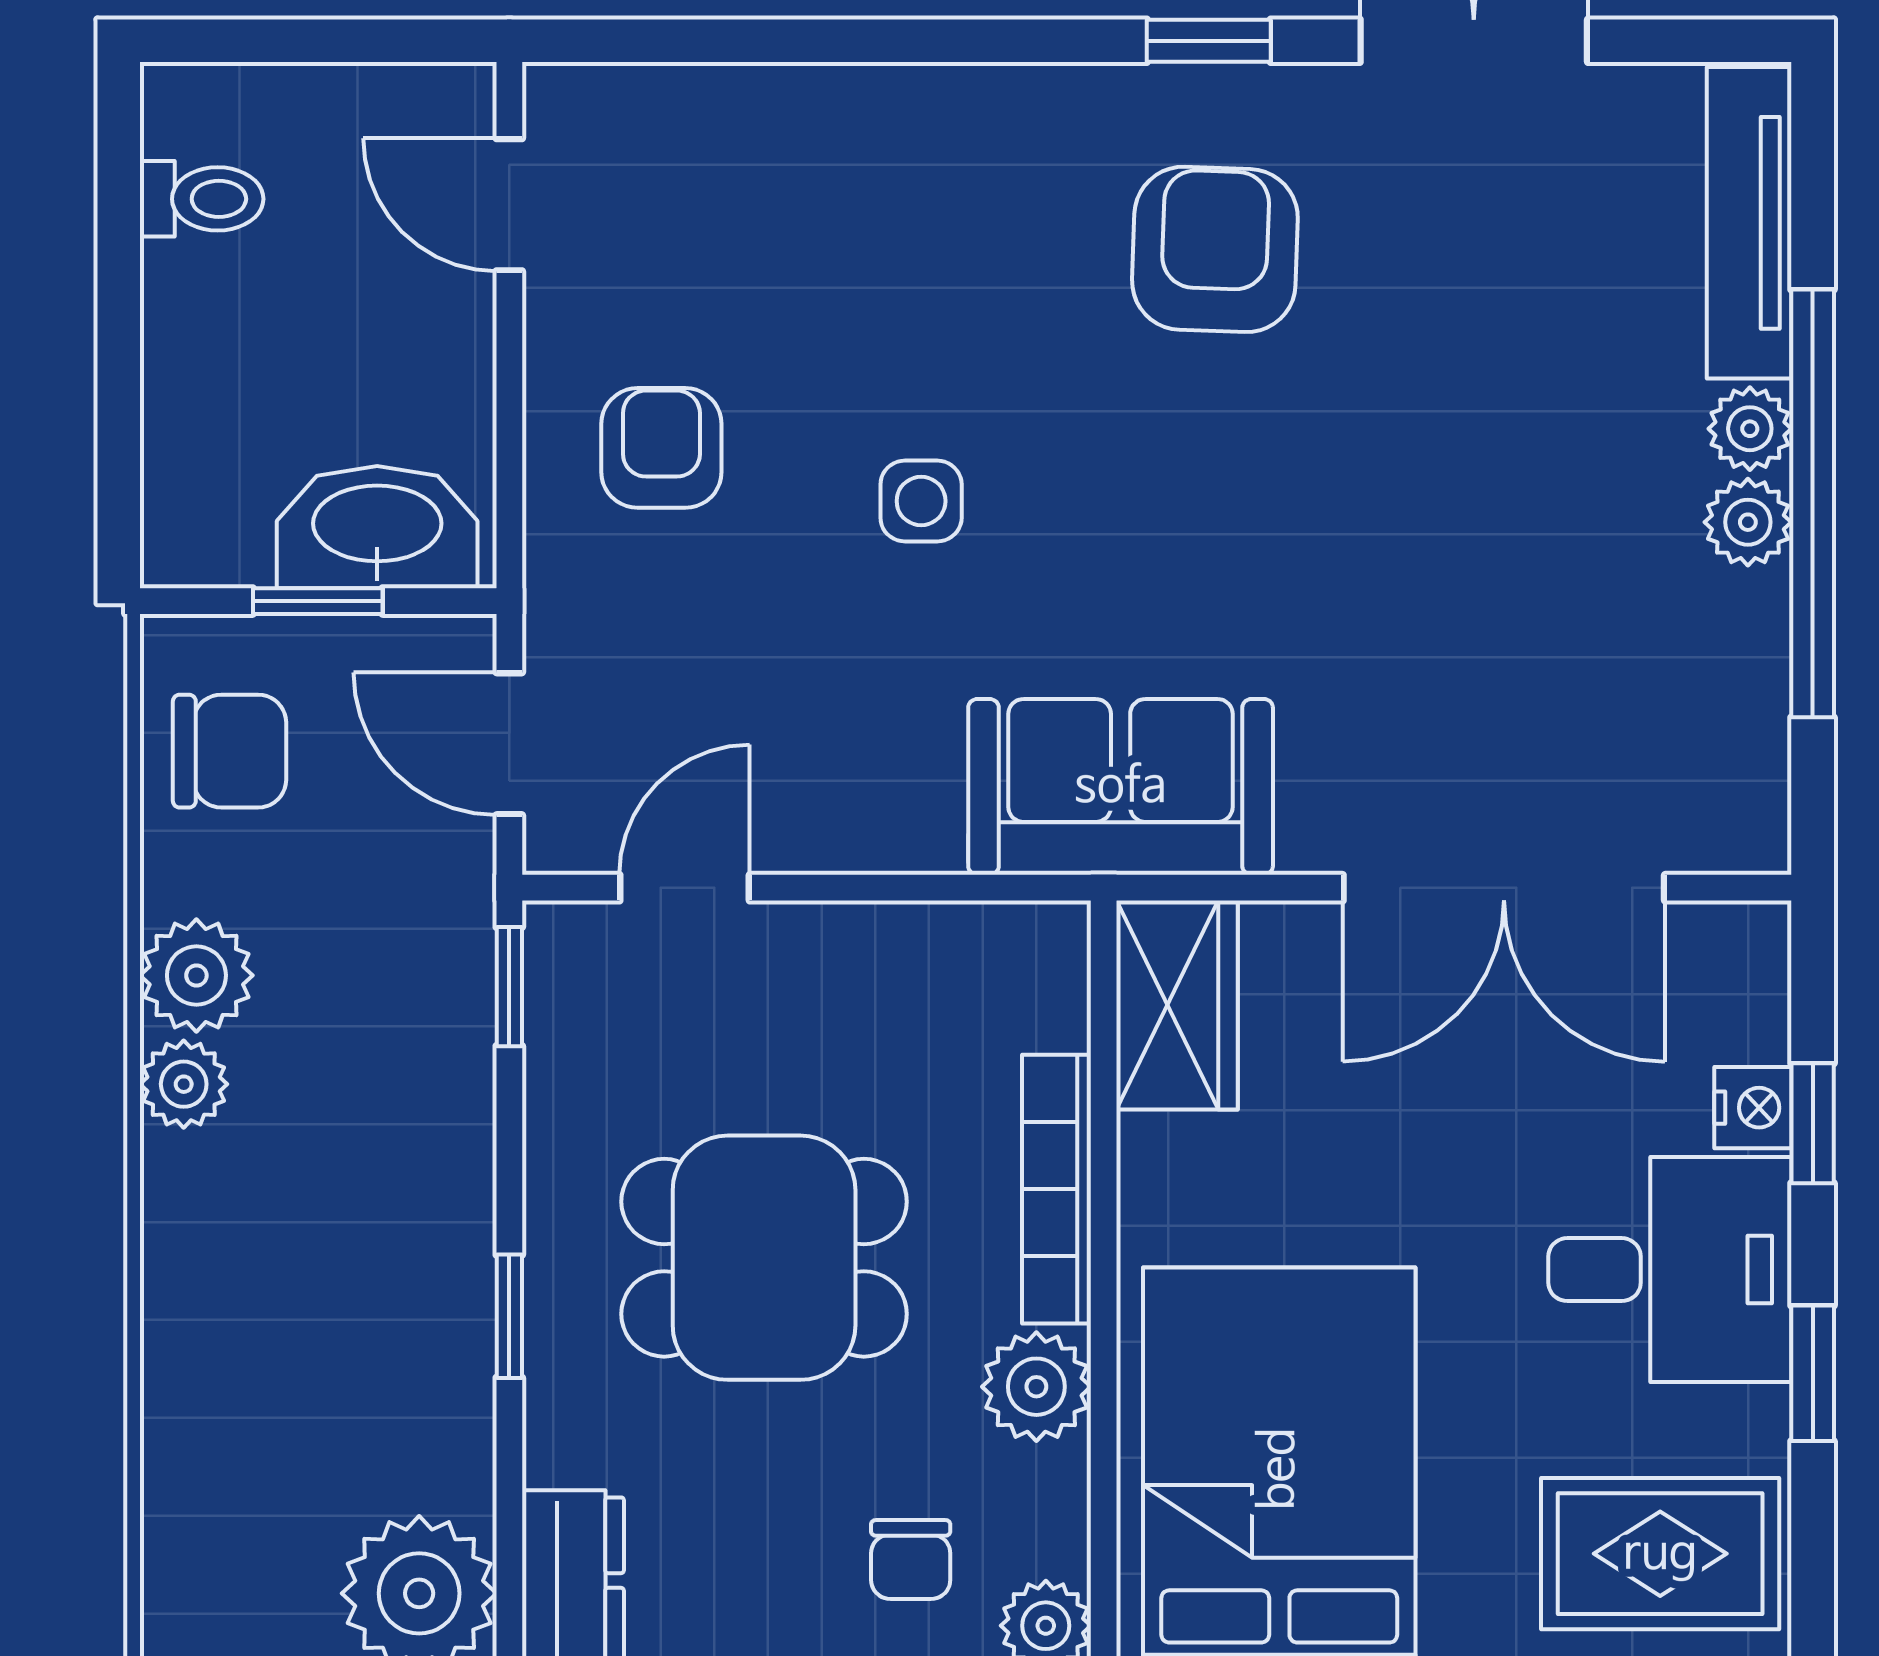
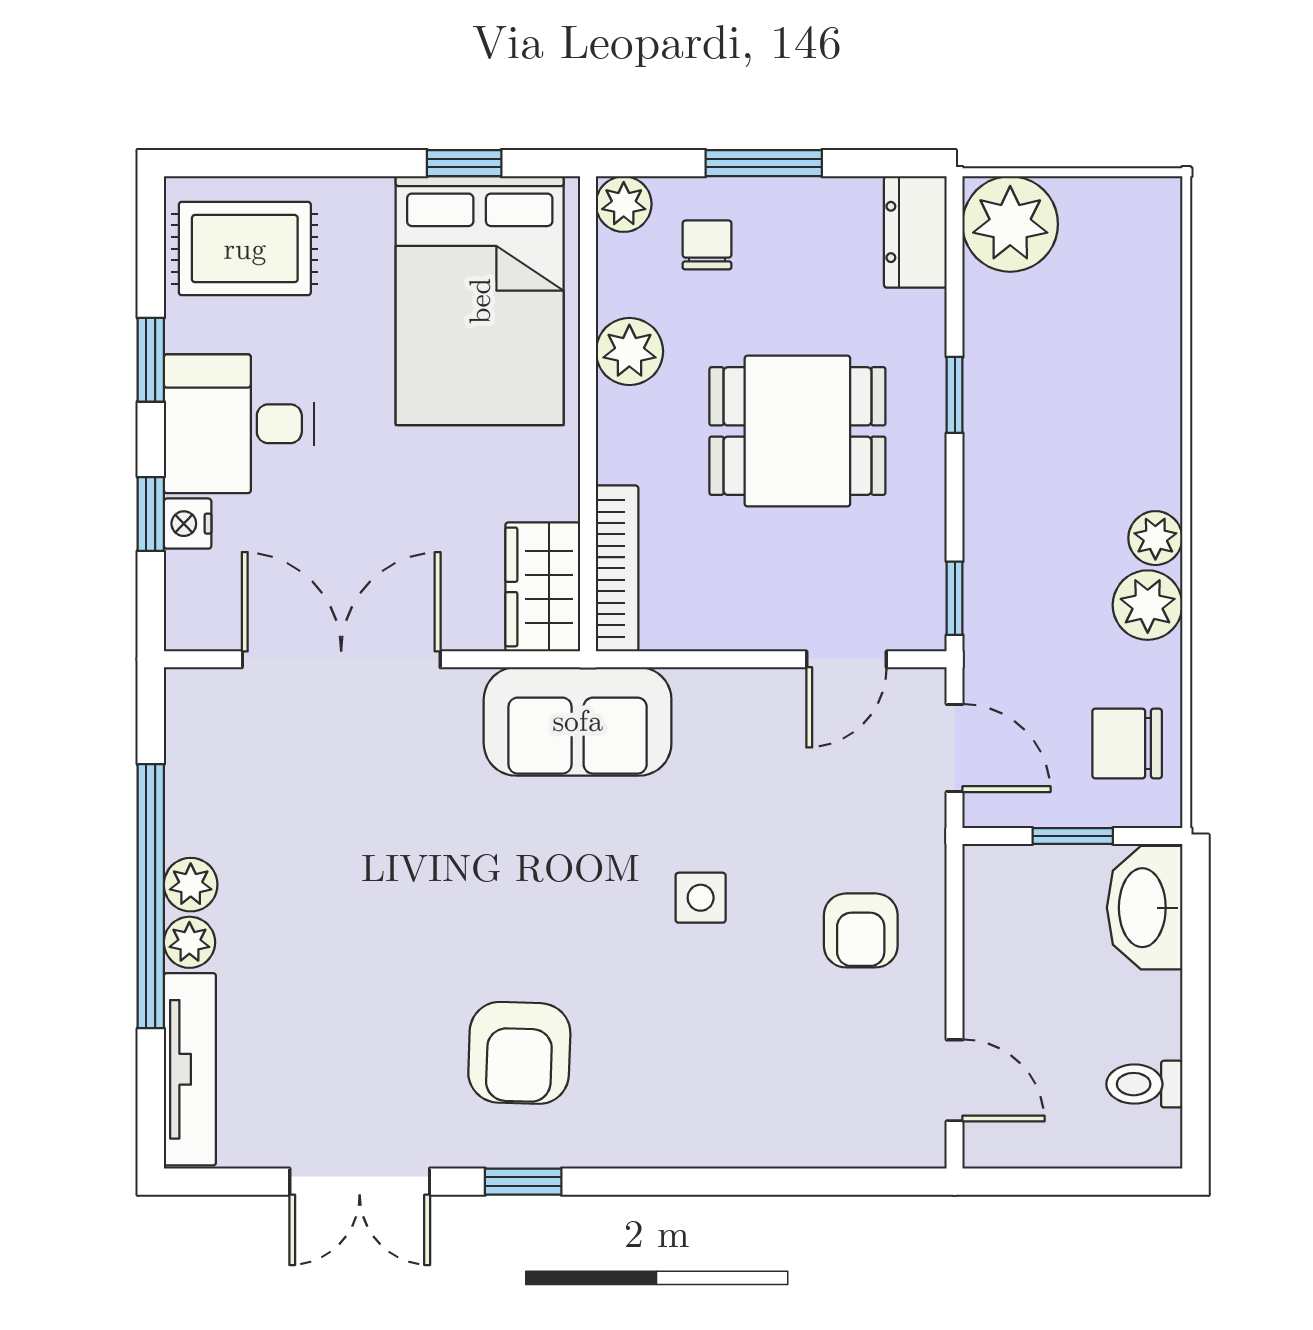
washbasin: (377, 527) -> (1145, 908), moved, turned 90
bookcase: (1056, 1189) -> (617, 568), moved

